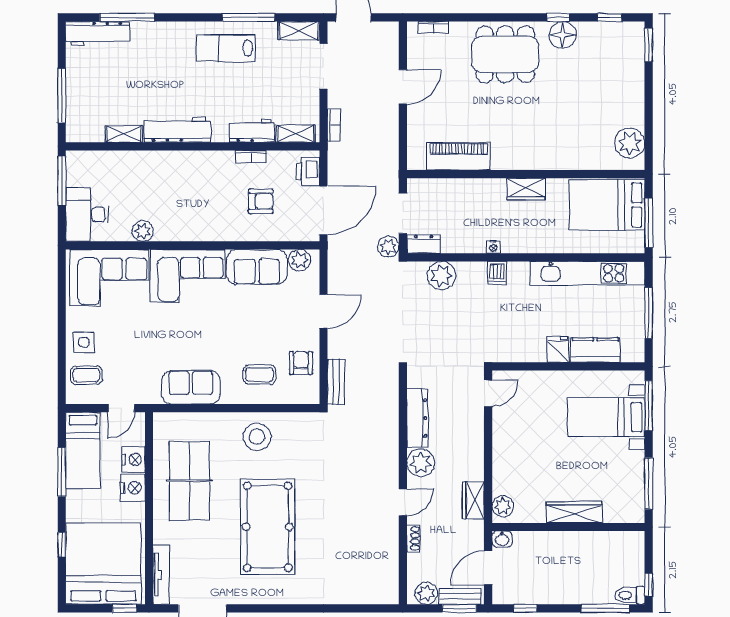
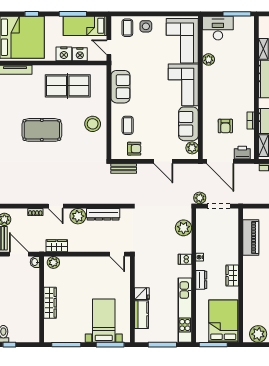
dresser: (424, 244) -> (201, 280), moved
pool table: (268, 527) -> (42, 130), width x0.73, depth x0.76

